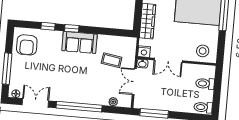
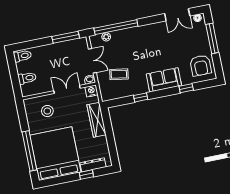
window: (72, 28) -> (141, 97), moved
sofa: (79, 42) -> (164, 80), moved
armchair: (27, 45) -> (201, 65), turned 180
stool: (203, 51) -> (47, 111), moved
window: (79, 107) -> (116, 27), moved

